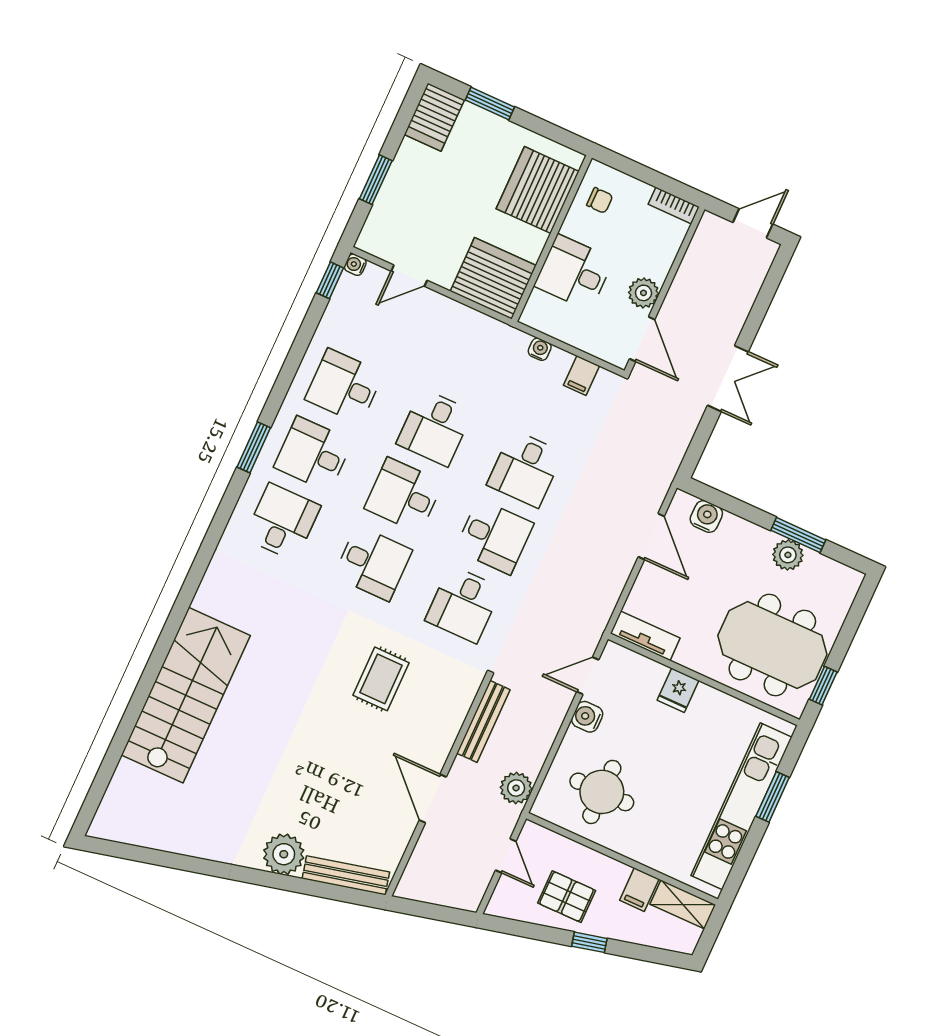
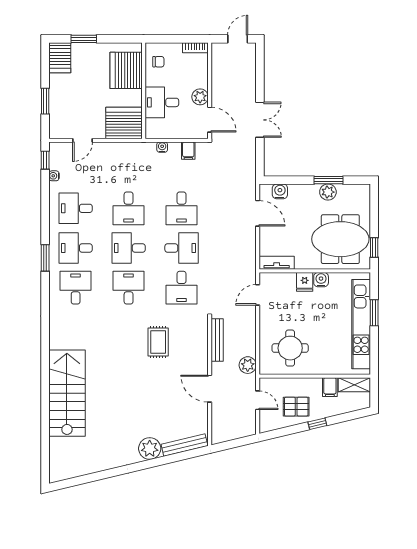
water cooler: (355, 265) -> (54, 176), moved
desk: (373, 563) -> (129, 288), turned -90
water cooler: (587, 717) -> (321, 280), moved, turned 90

